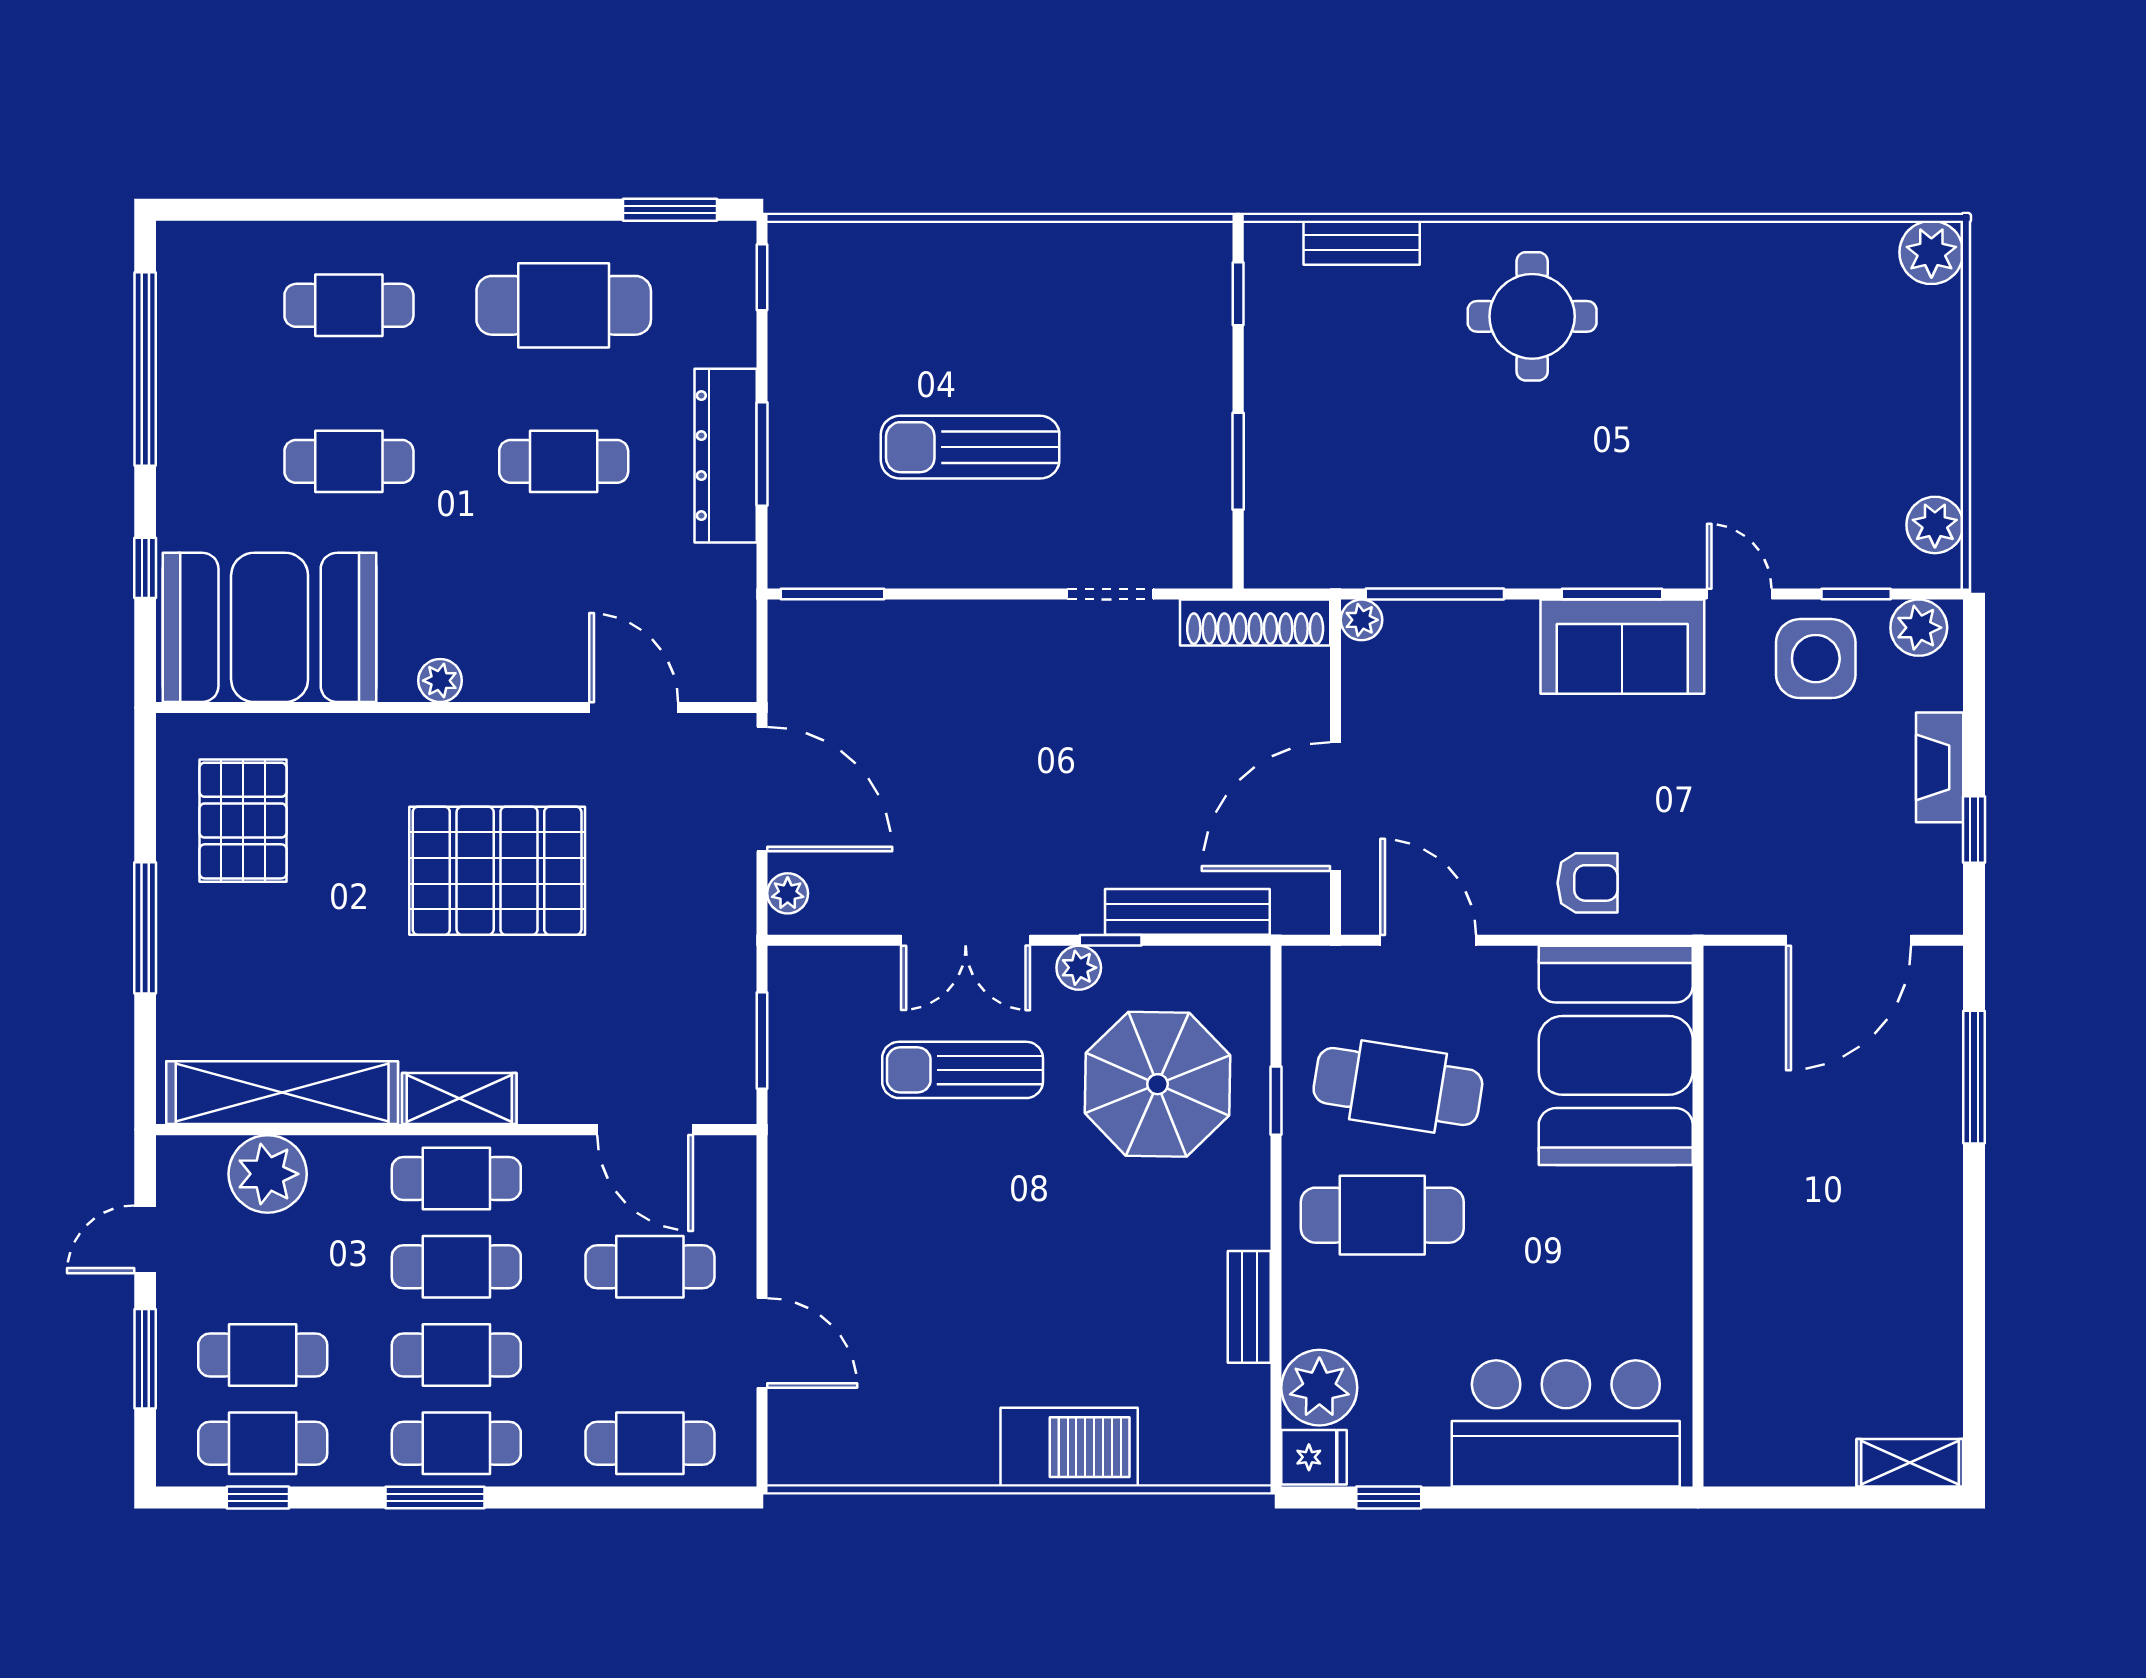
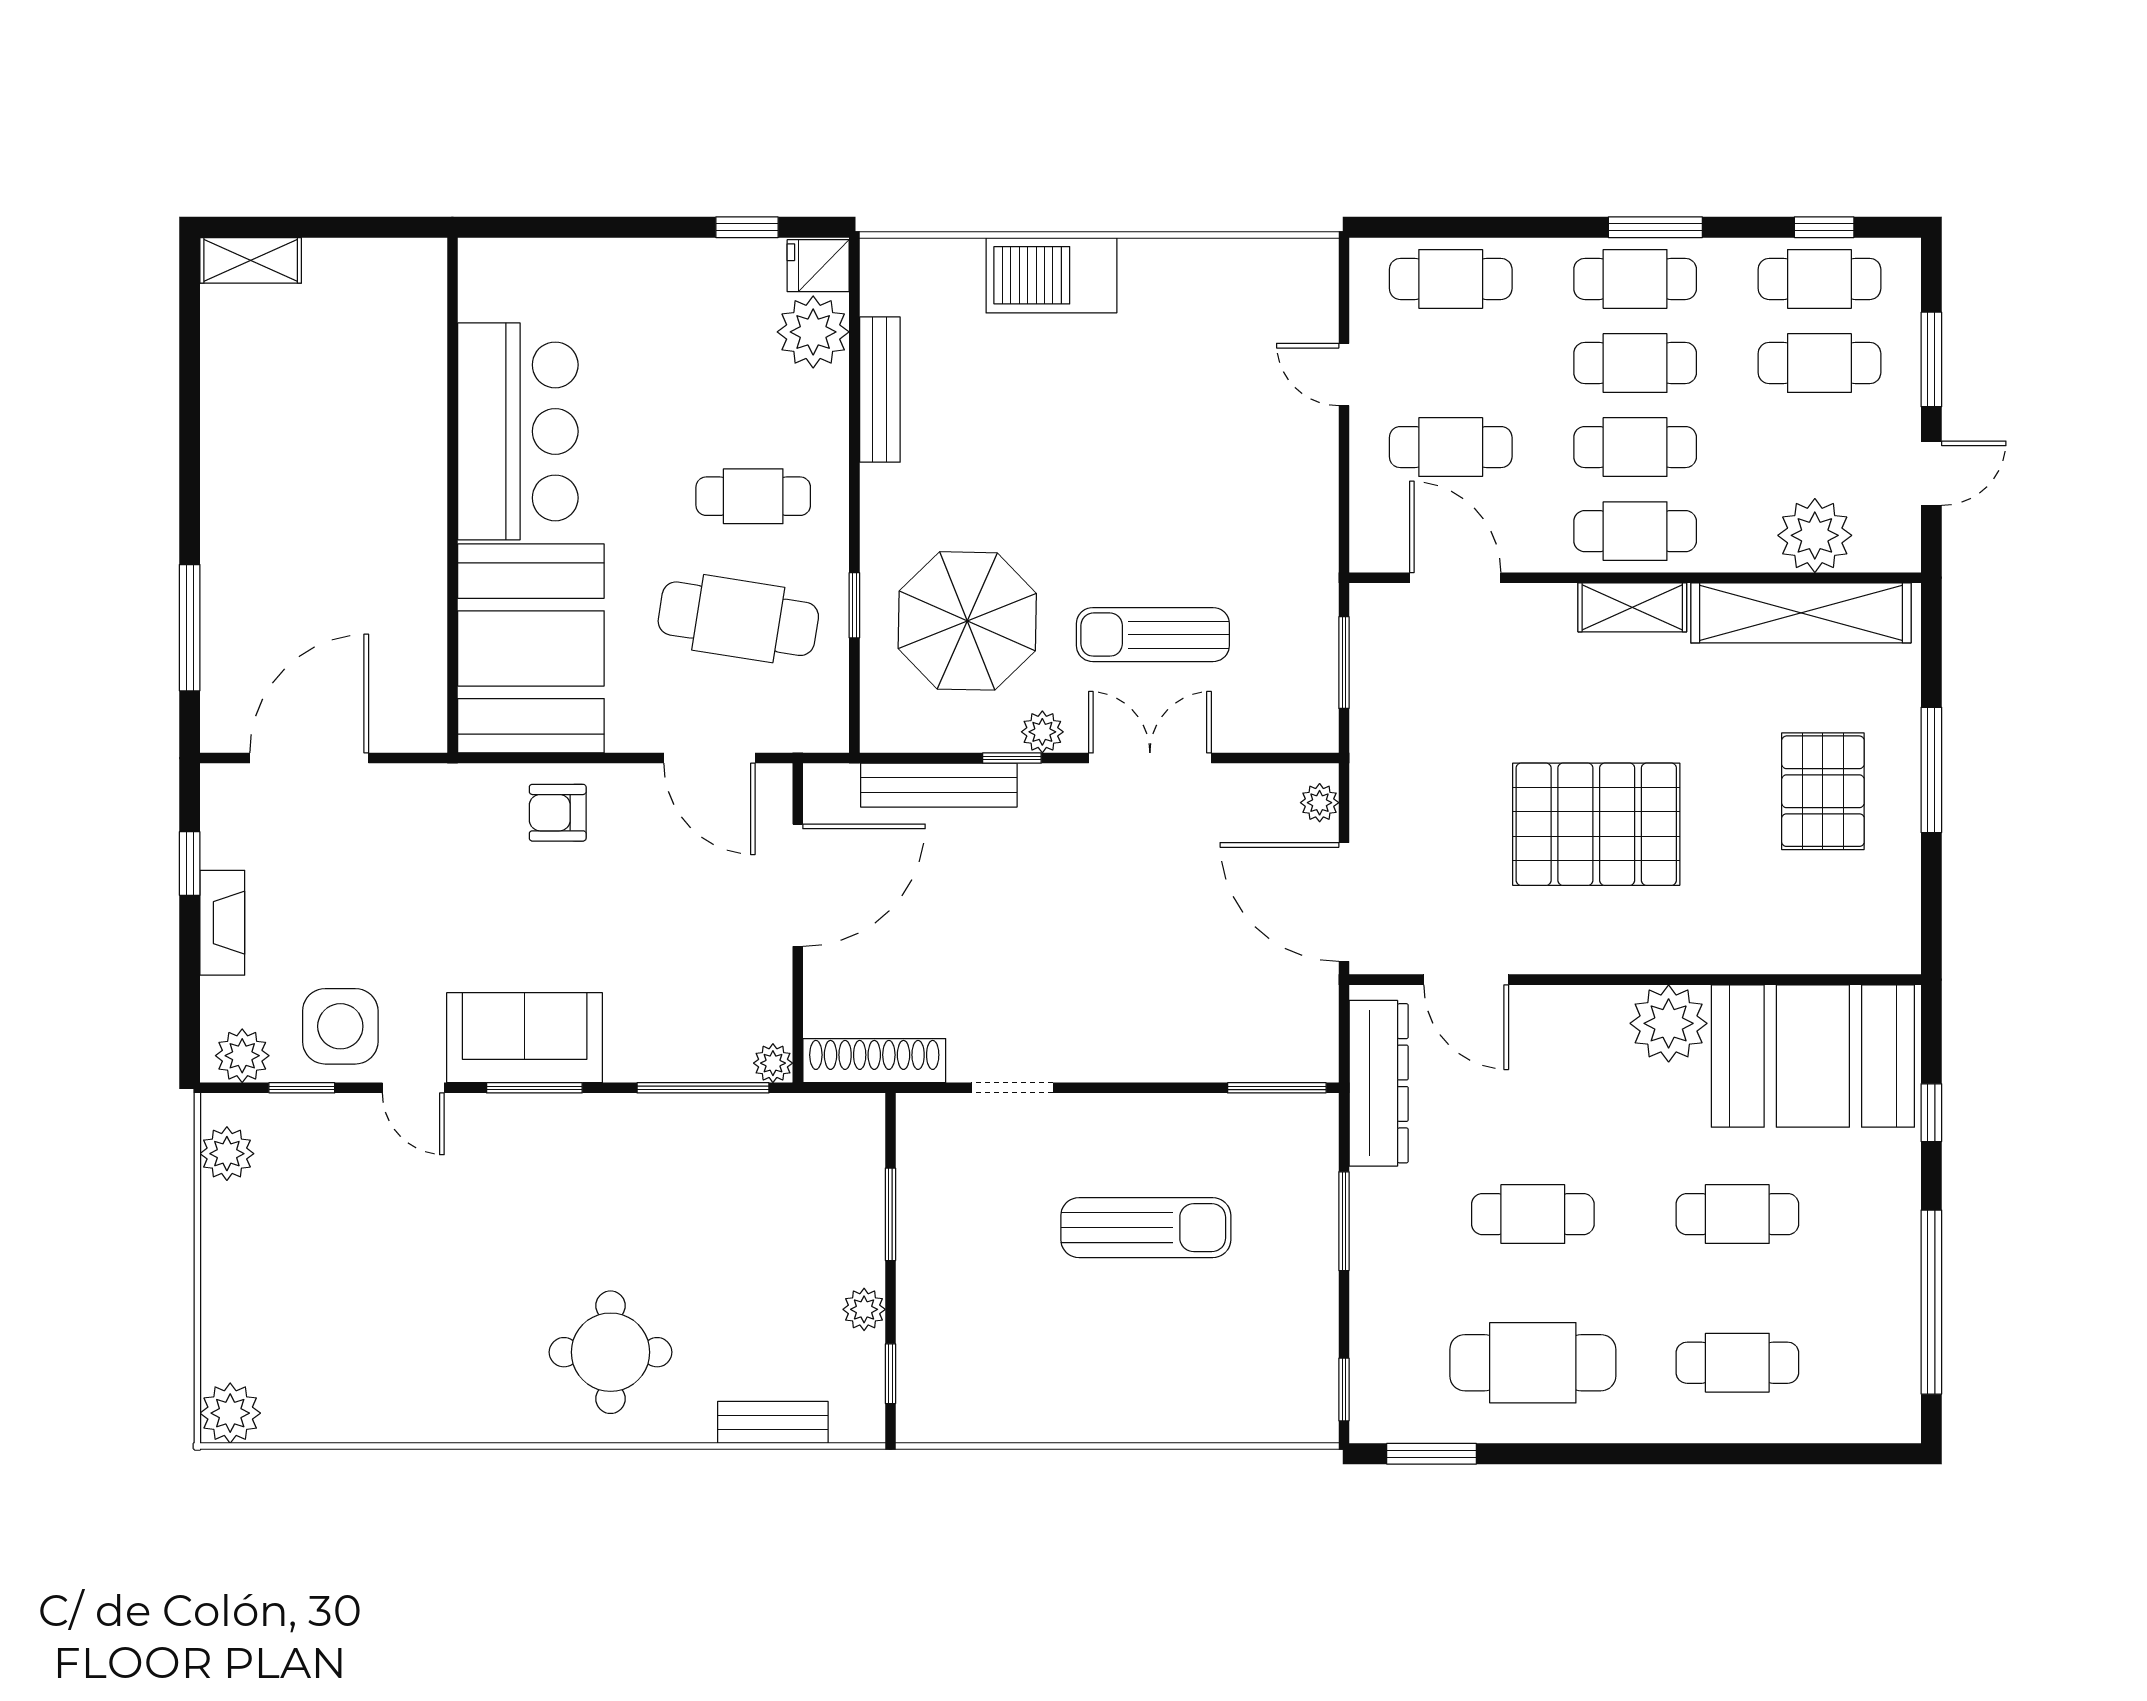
plant: (1266, 361) -> (864, 1309), added
dresser: (726, 456) -> (1379, 1083), moved
plant: (440, 681) -> (1669, 1023), width x1.87, depth x1.87
pallet: (243, 821) -> (1823, 791), moved
sun lounger: (963, 1070) -> (1153, 635), turned 180
cafe table: (1382, 1215) -> (753, 496), width x0.73, depth x0.74
bench: (1249, 1307) -> (880, 390), width x1.36
door: (762, 1343) -> (1344, 374), width x0.73
bar counter: (1566, 1423) -> (518, 431), moved, turned -90

